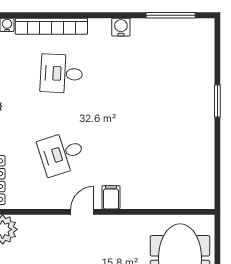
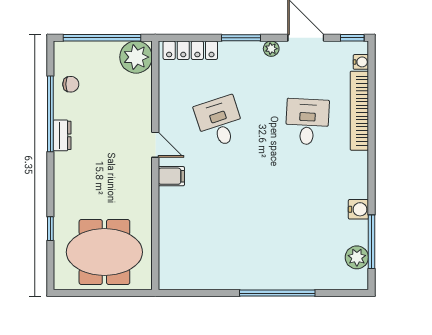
water cooler: (121, 27) -> (358, 209), moved
plant: (185, 29) -> (357, 257), added
window: (217, 101) -> (277, 293), width x2.11

